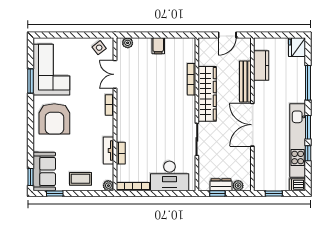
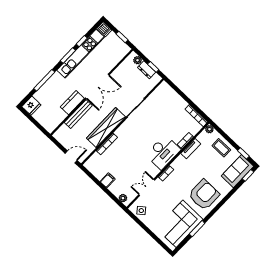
door: (227, 35) -> (71, 157), moved
kitchen counter: (261, 66) -> (72, 103), moved
double door: (115, 74) -> (147, 187), swing flipped
desk: (170, 176) -> (163, 152), moved, turned 90

